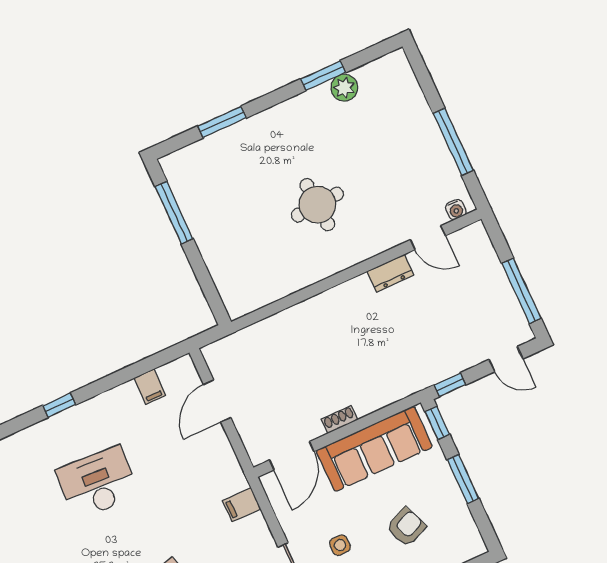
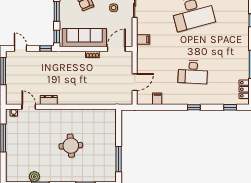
round table: (317, 205) -> (71, 146), moved

